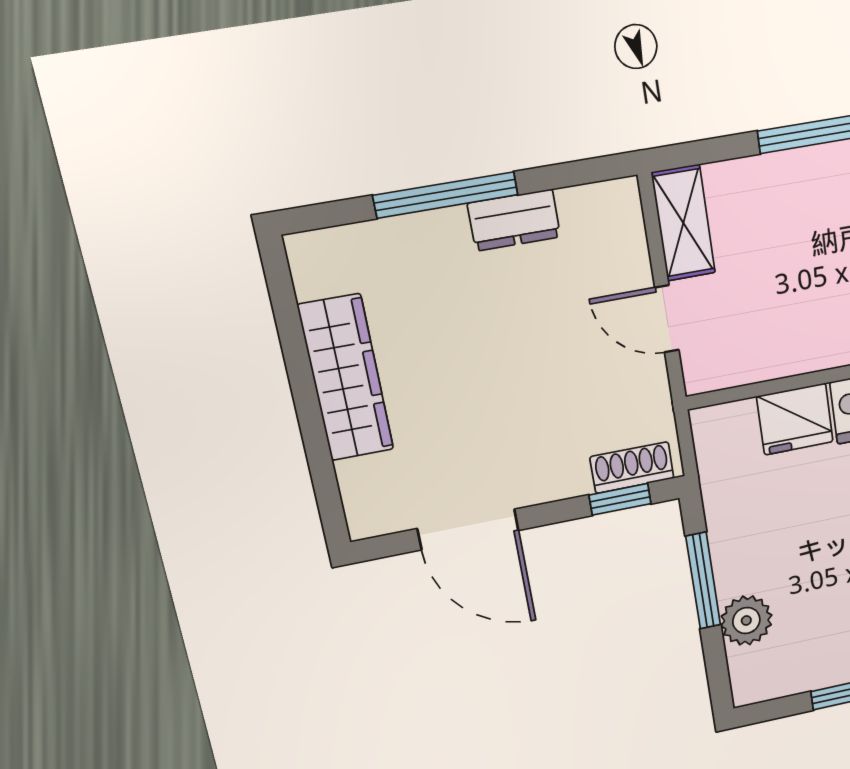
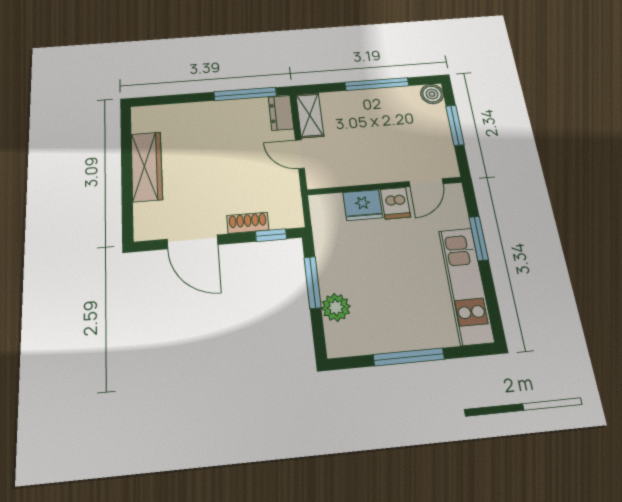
window: (446, 195) -> (245, 94), moved
dresser: (514, 220) -> (281, 113), moved, turned 90
shoe rack: (632, 468) -> (248, 223), moved

